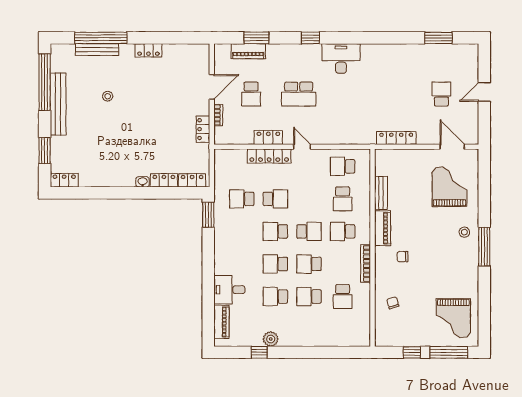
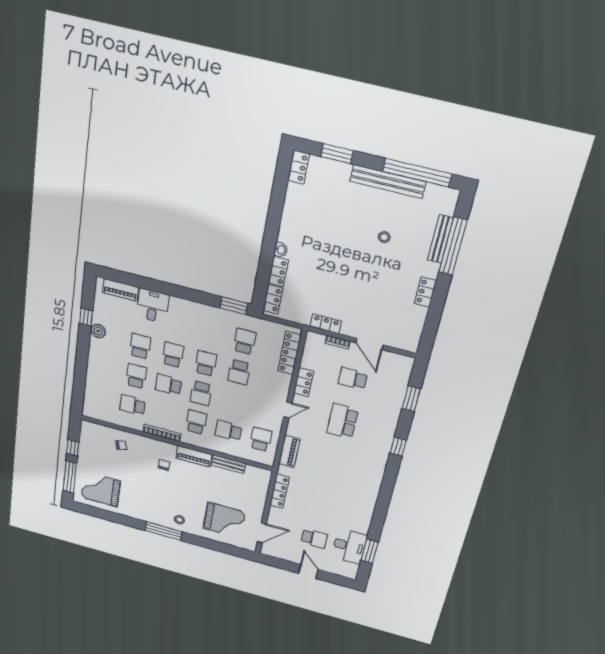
piano: (248, 51) -> (289, 451), moved, turned 180
desk: (341, 58) -> (349, 546), moved
locker: (269, 156) -> (289, 353), moved
school desk: (309, 264) -> (169, 385), turned -90

